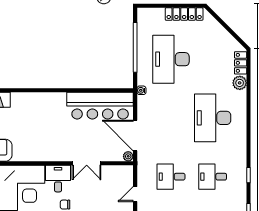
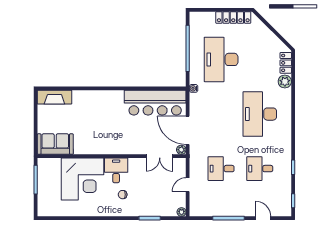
double door: (87, 163) -> (160, 156), moved

